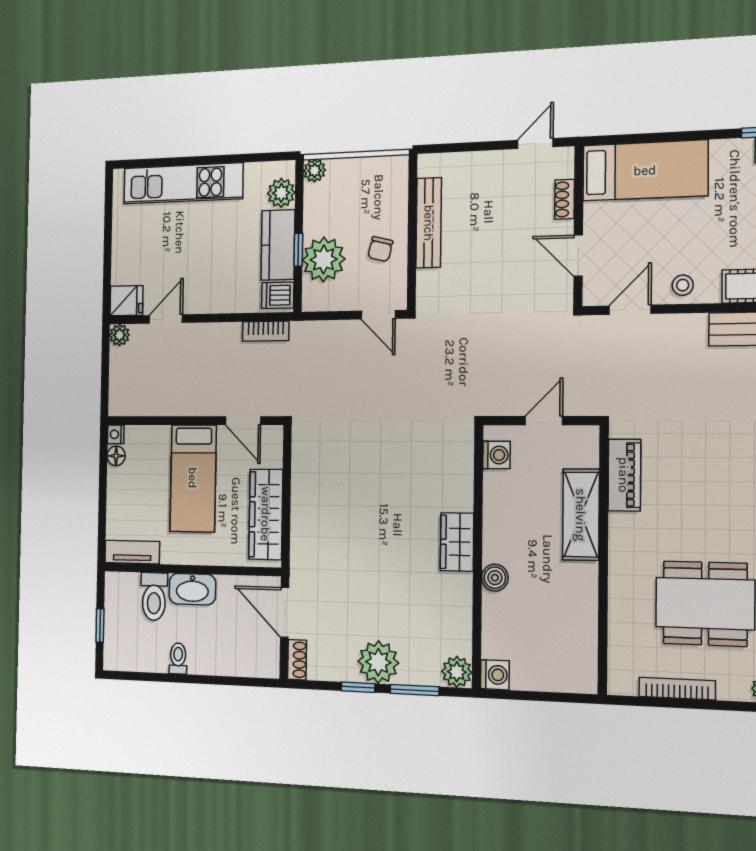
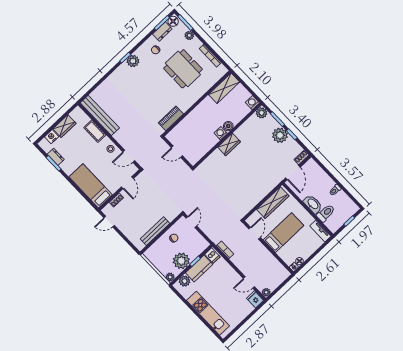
plant: (324, 259) -> (181, 261), moved
washing machine: (496, 455) -> (221, 133), moved
shelving: (581, 515) -> (224, 88), moved

